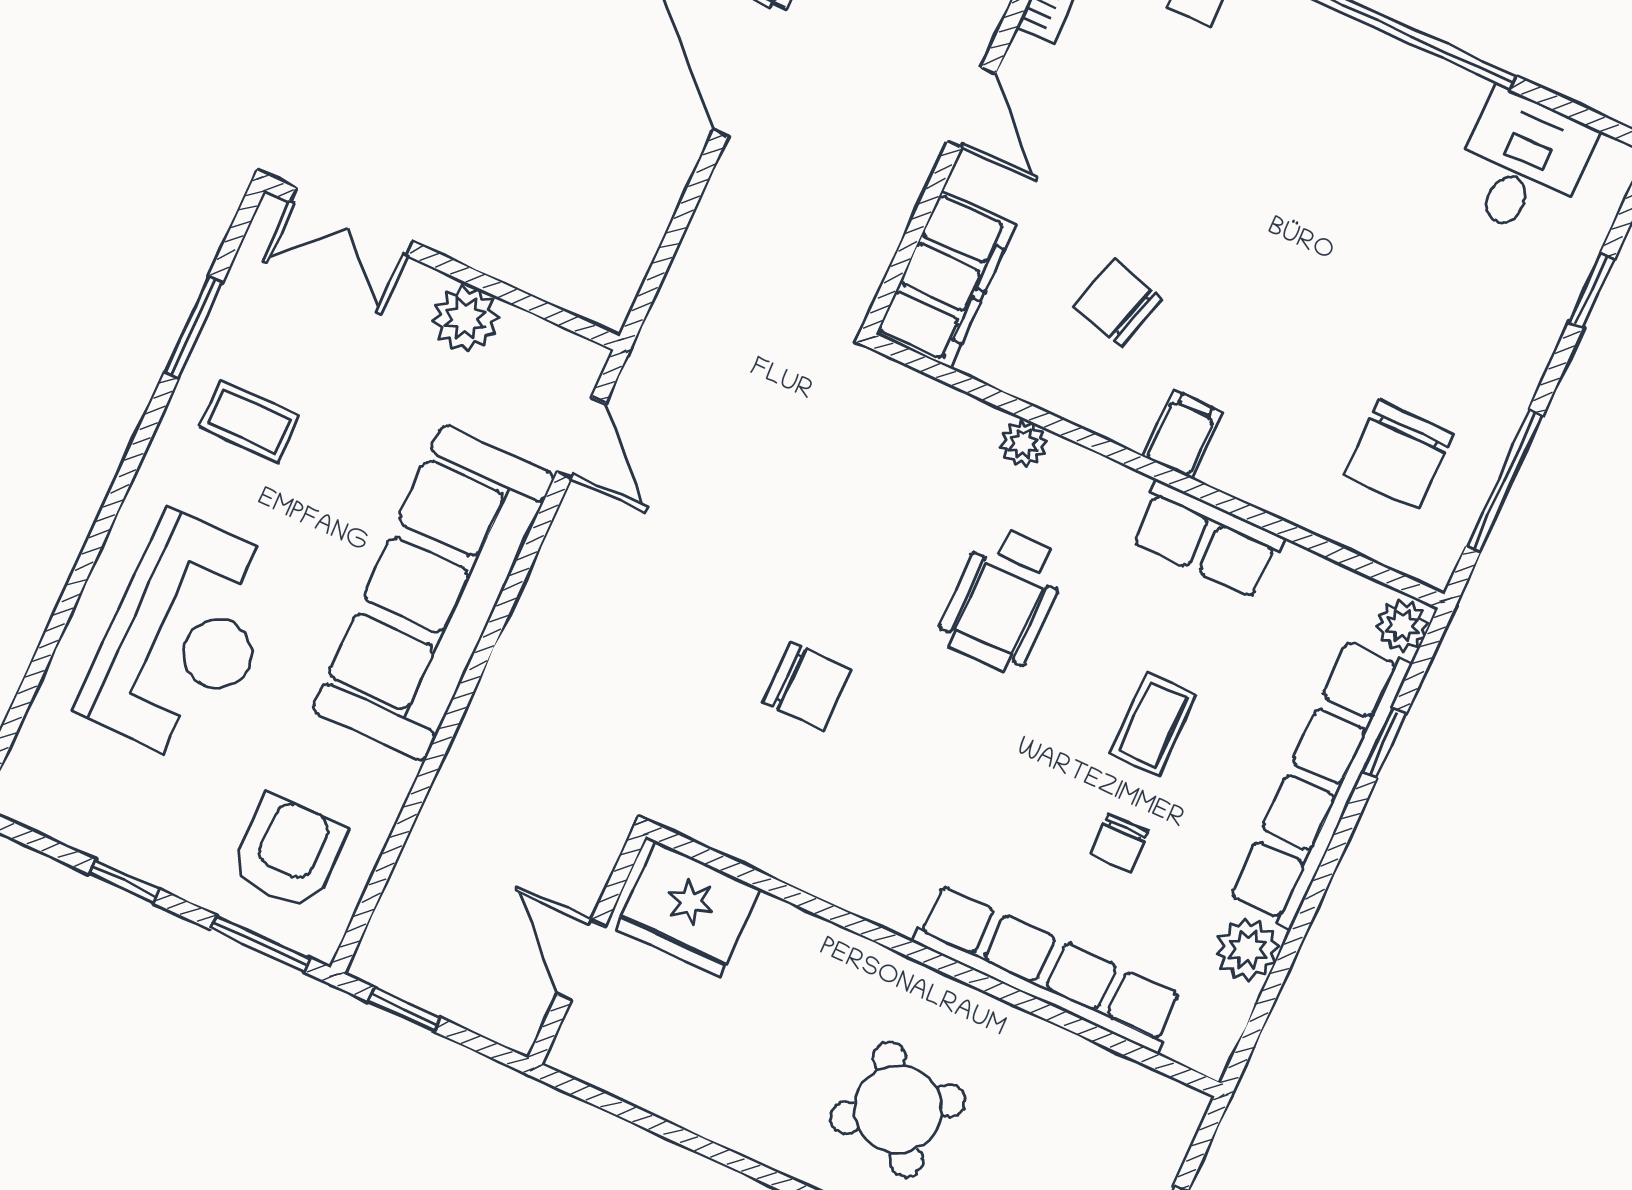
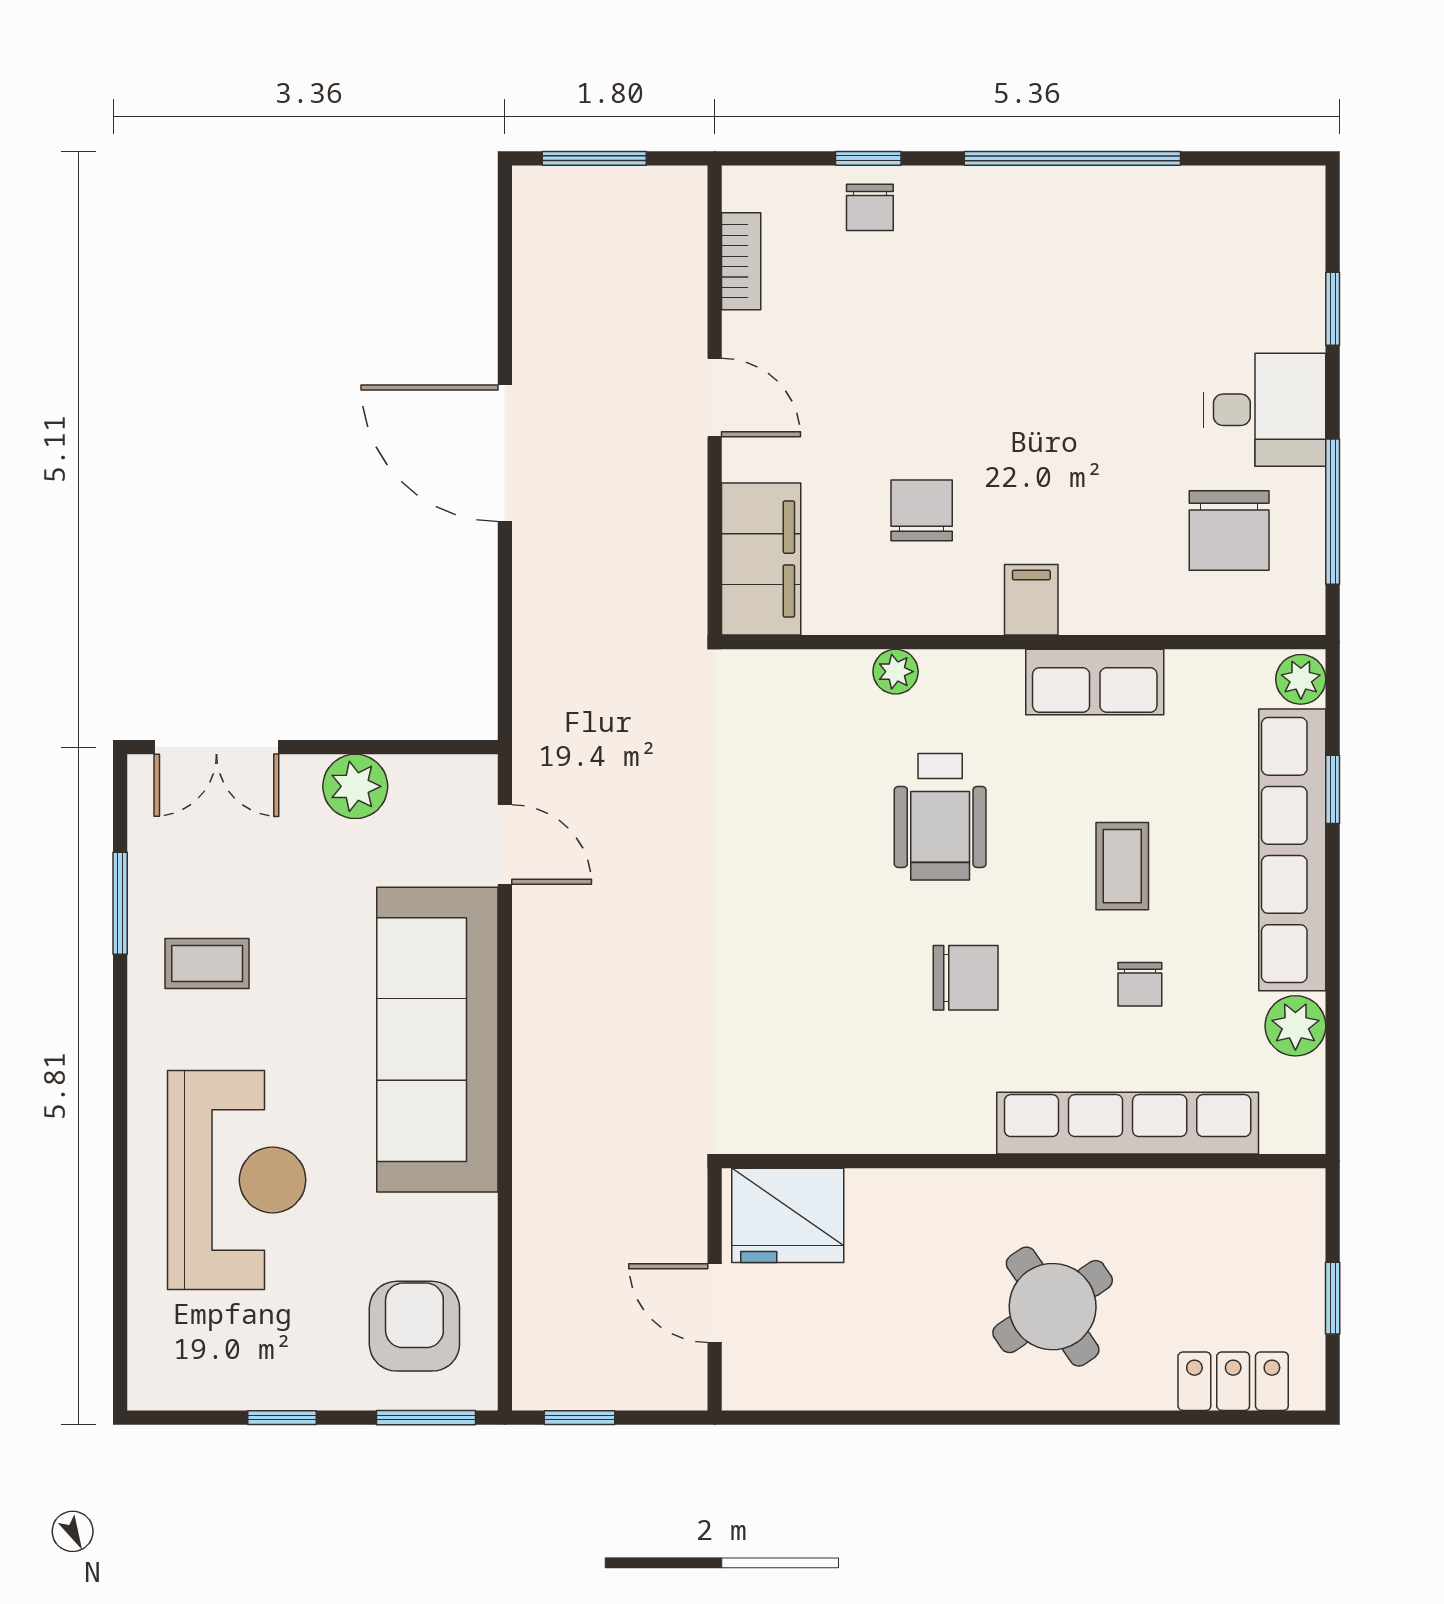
desk: (1522, 164) -> (1265, 410), moved, turned 90
chair: (1118, 303) -> (922, 510), turned 74
chair: (807, 686) -> (966, 978), moved

